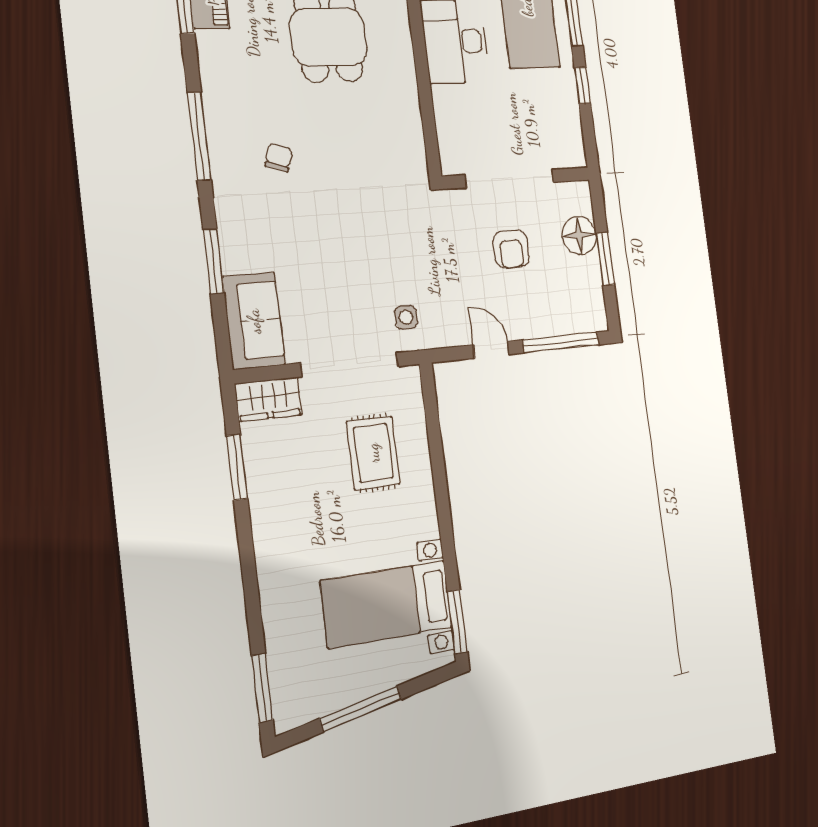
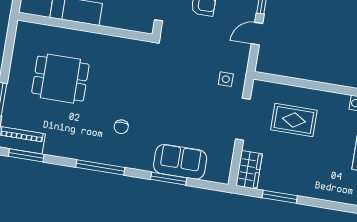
chair: (279, 157) -> (121, 127), turned -108
sofa: (254, 321) -> (180, 162), moved
doorway: (350, 365) -> (243, 119), width x0.73

